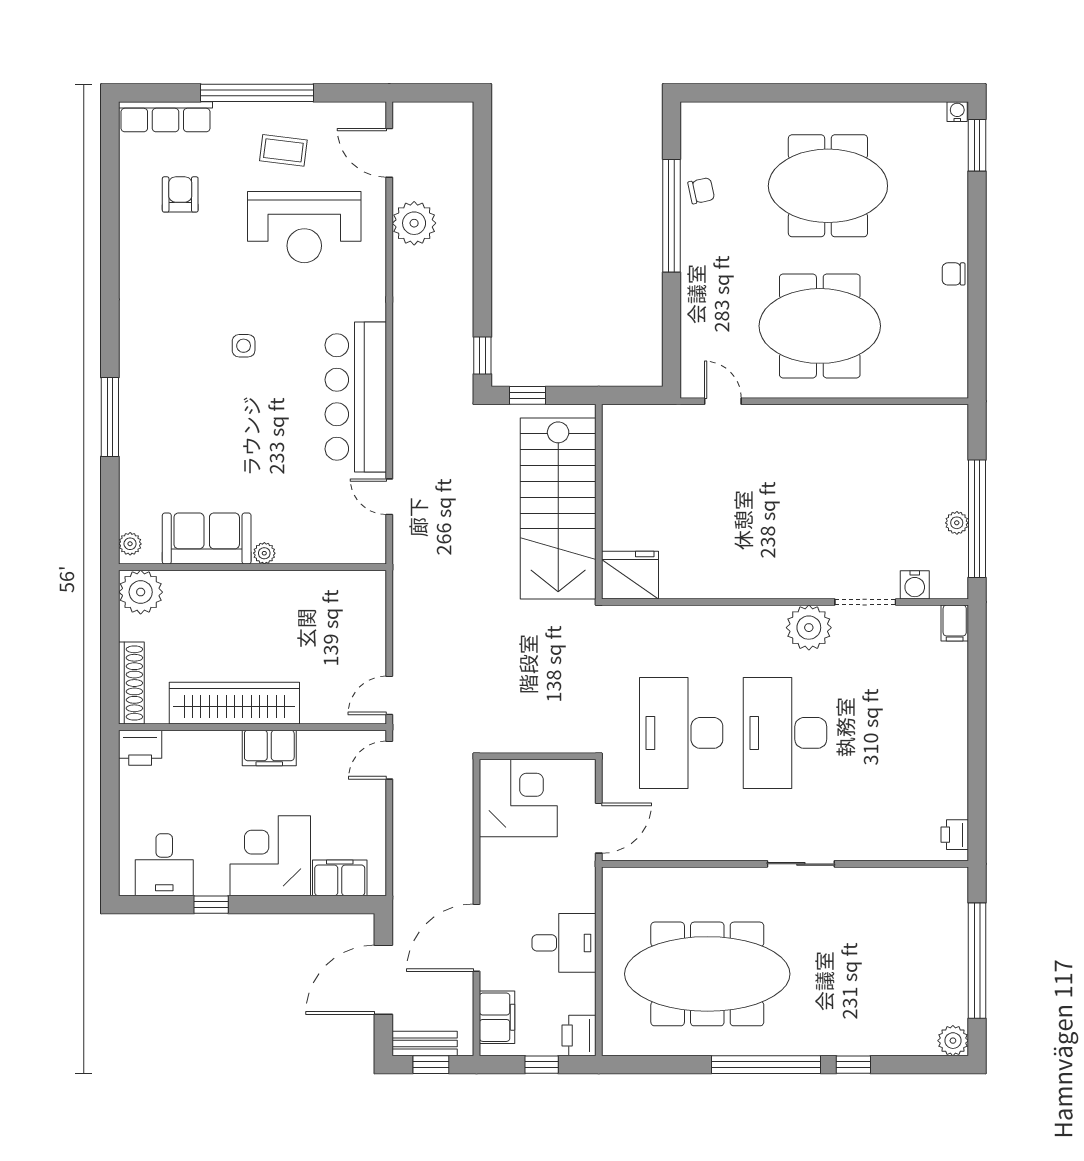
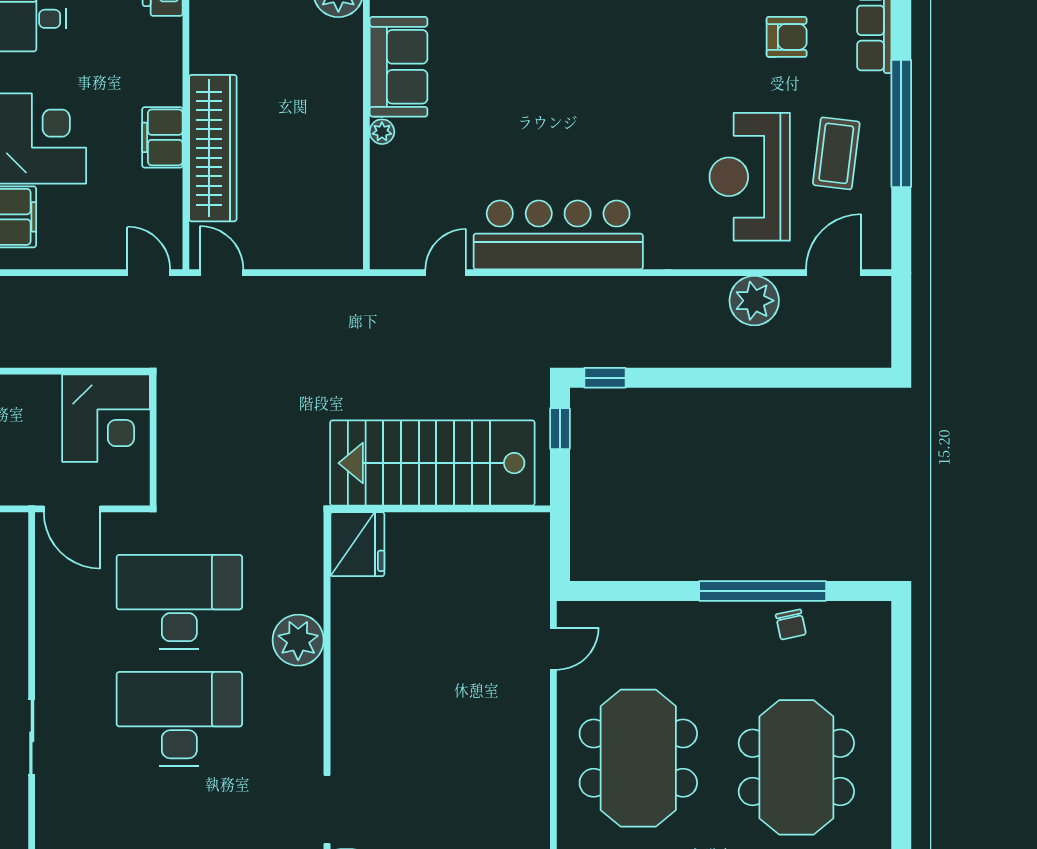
coffee table: (283, 150) -> (836, 153), width x1.36, depth x1.30
side table: (244, 346) -> (616, 108), removed
plant: (809, 628) -> (298, 640), moved
wardrobe: (234, 703) -> (213, 148), moved

